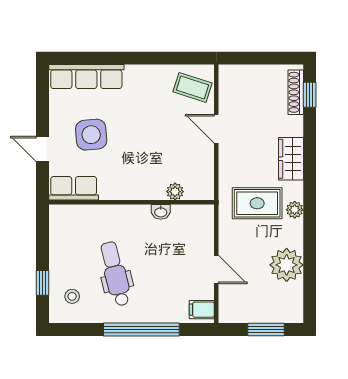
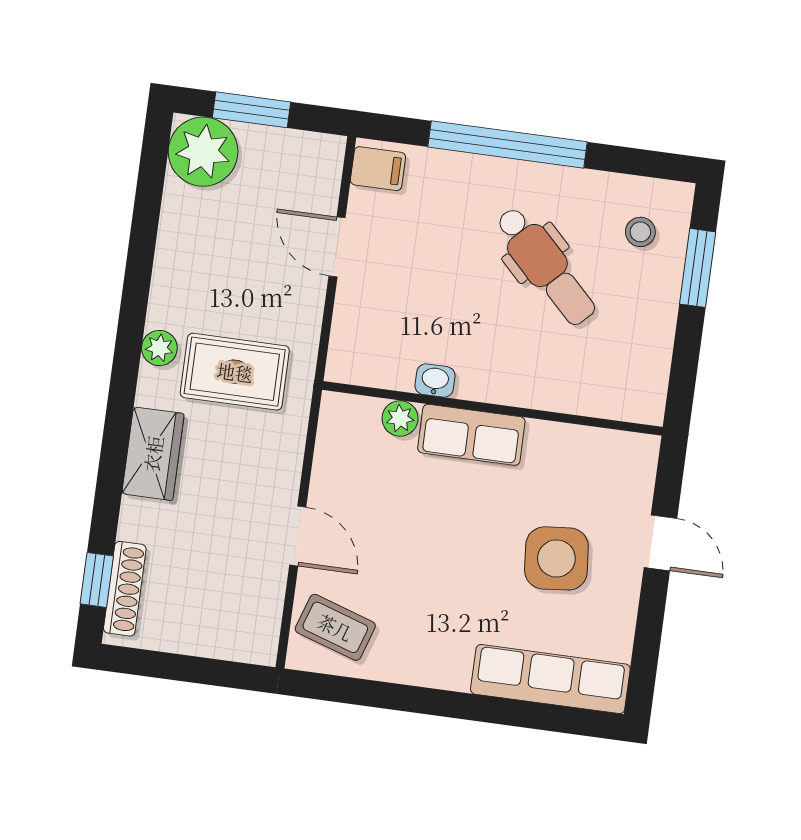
row of seats: (74, 188) -> (471, 435), moved
plant: (287, 265) -> (203, 152), moved
dental chair: (115, 274) -> (545, 266), turned -31
window: (42, 283) -> (698, 268), width x1.50

